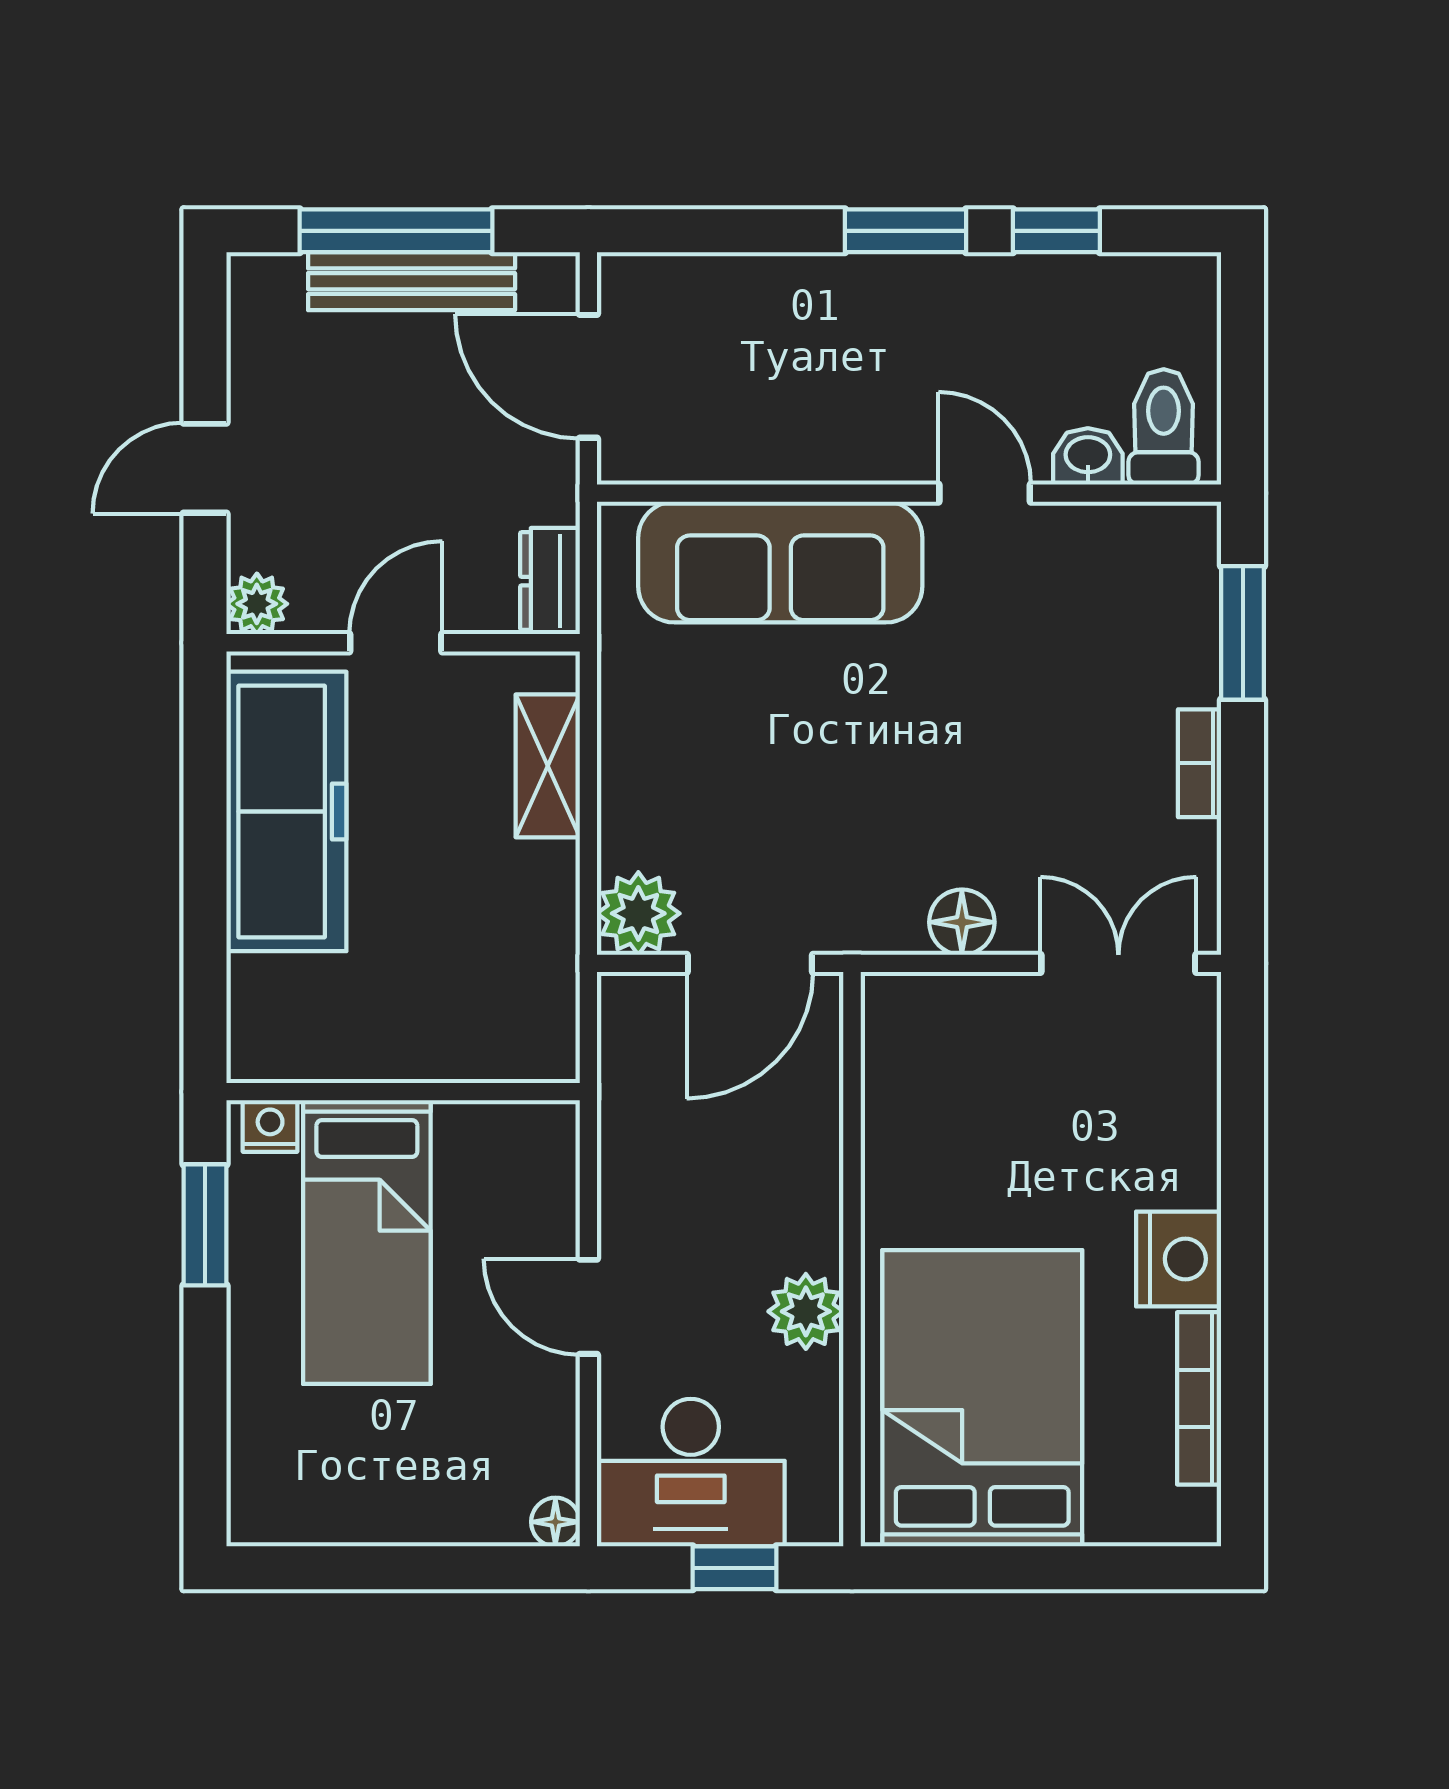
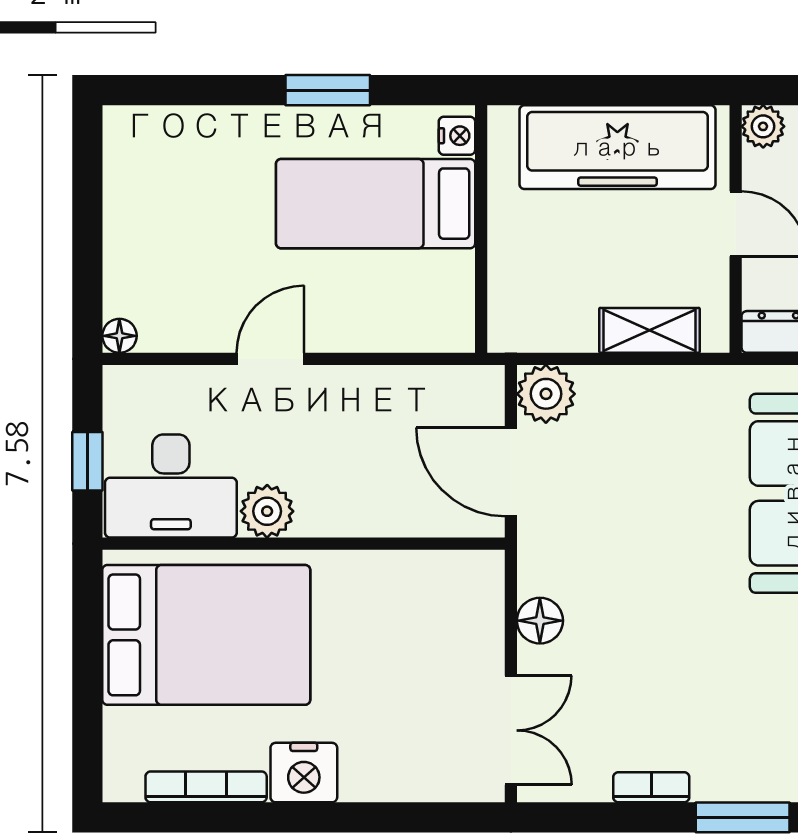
wall: (403, 1092) -> (481, 229), moved
nightstand: (270, 1126) -> (457, 136), moved
bed: (367, 1242) -> (376, 204), moved
desk: (691, 1473) -> (171, 486), moved, turned -90

